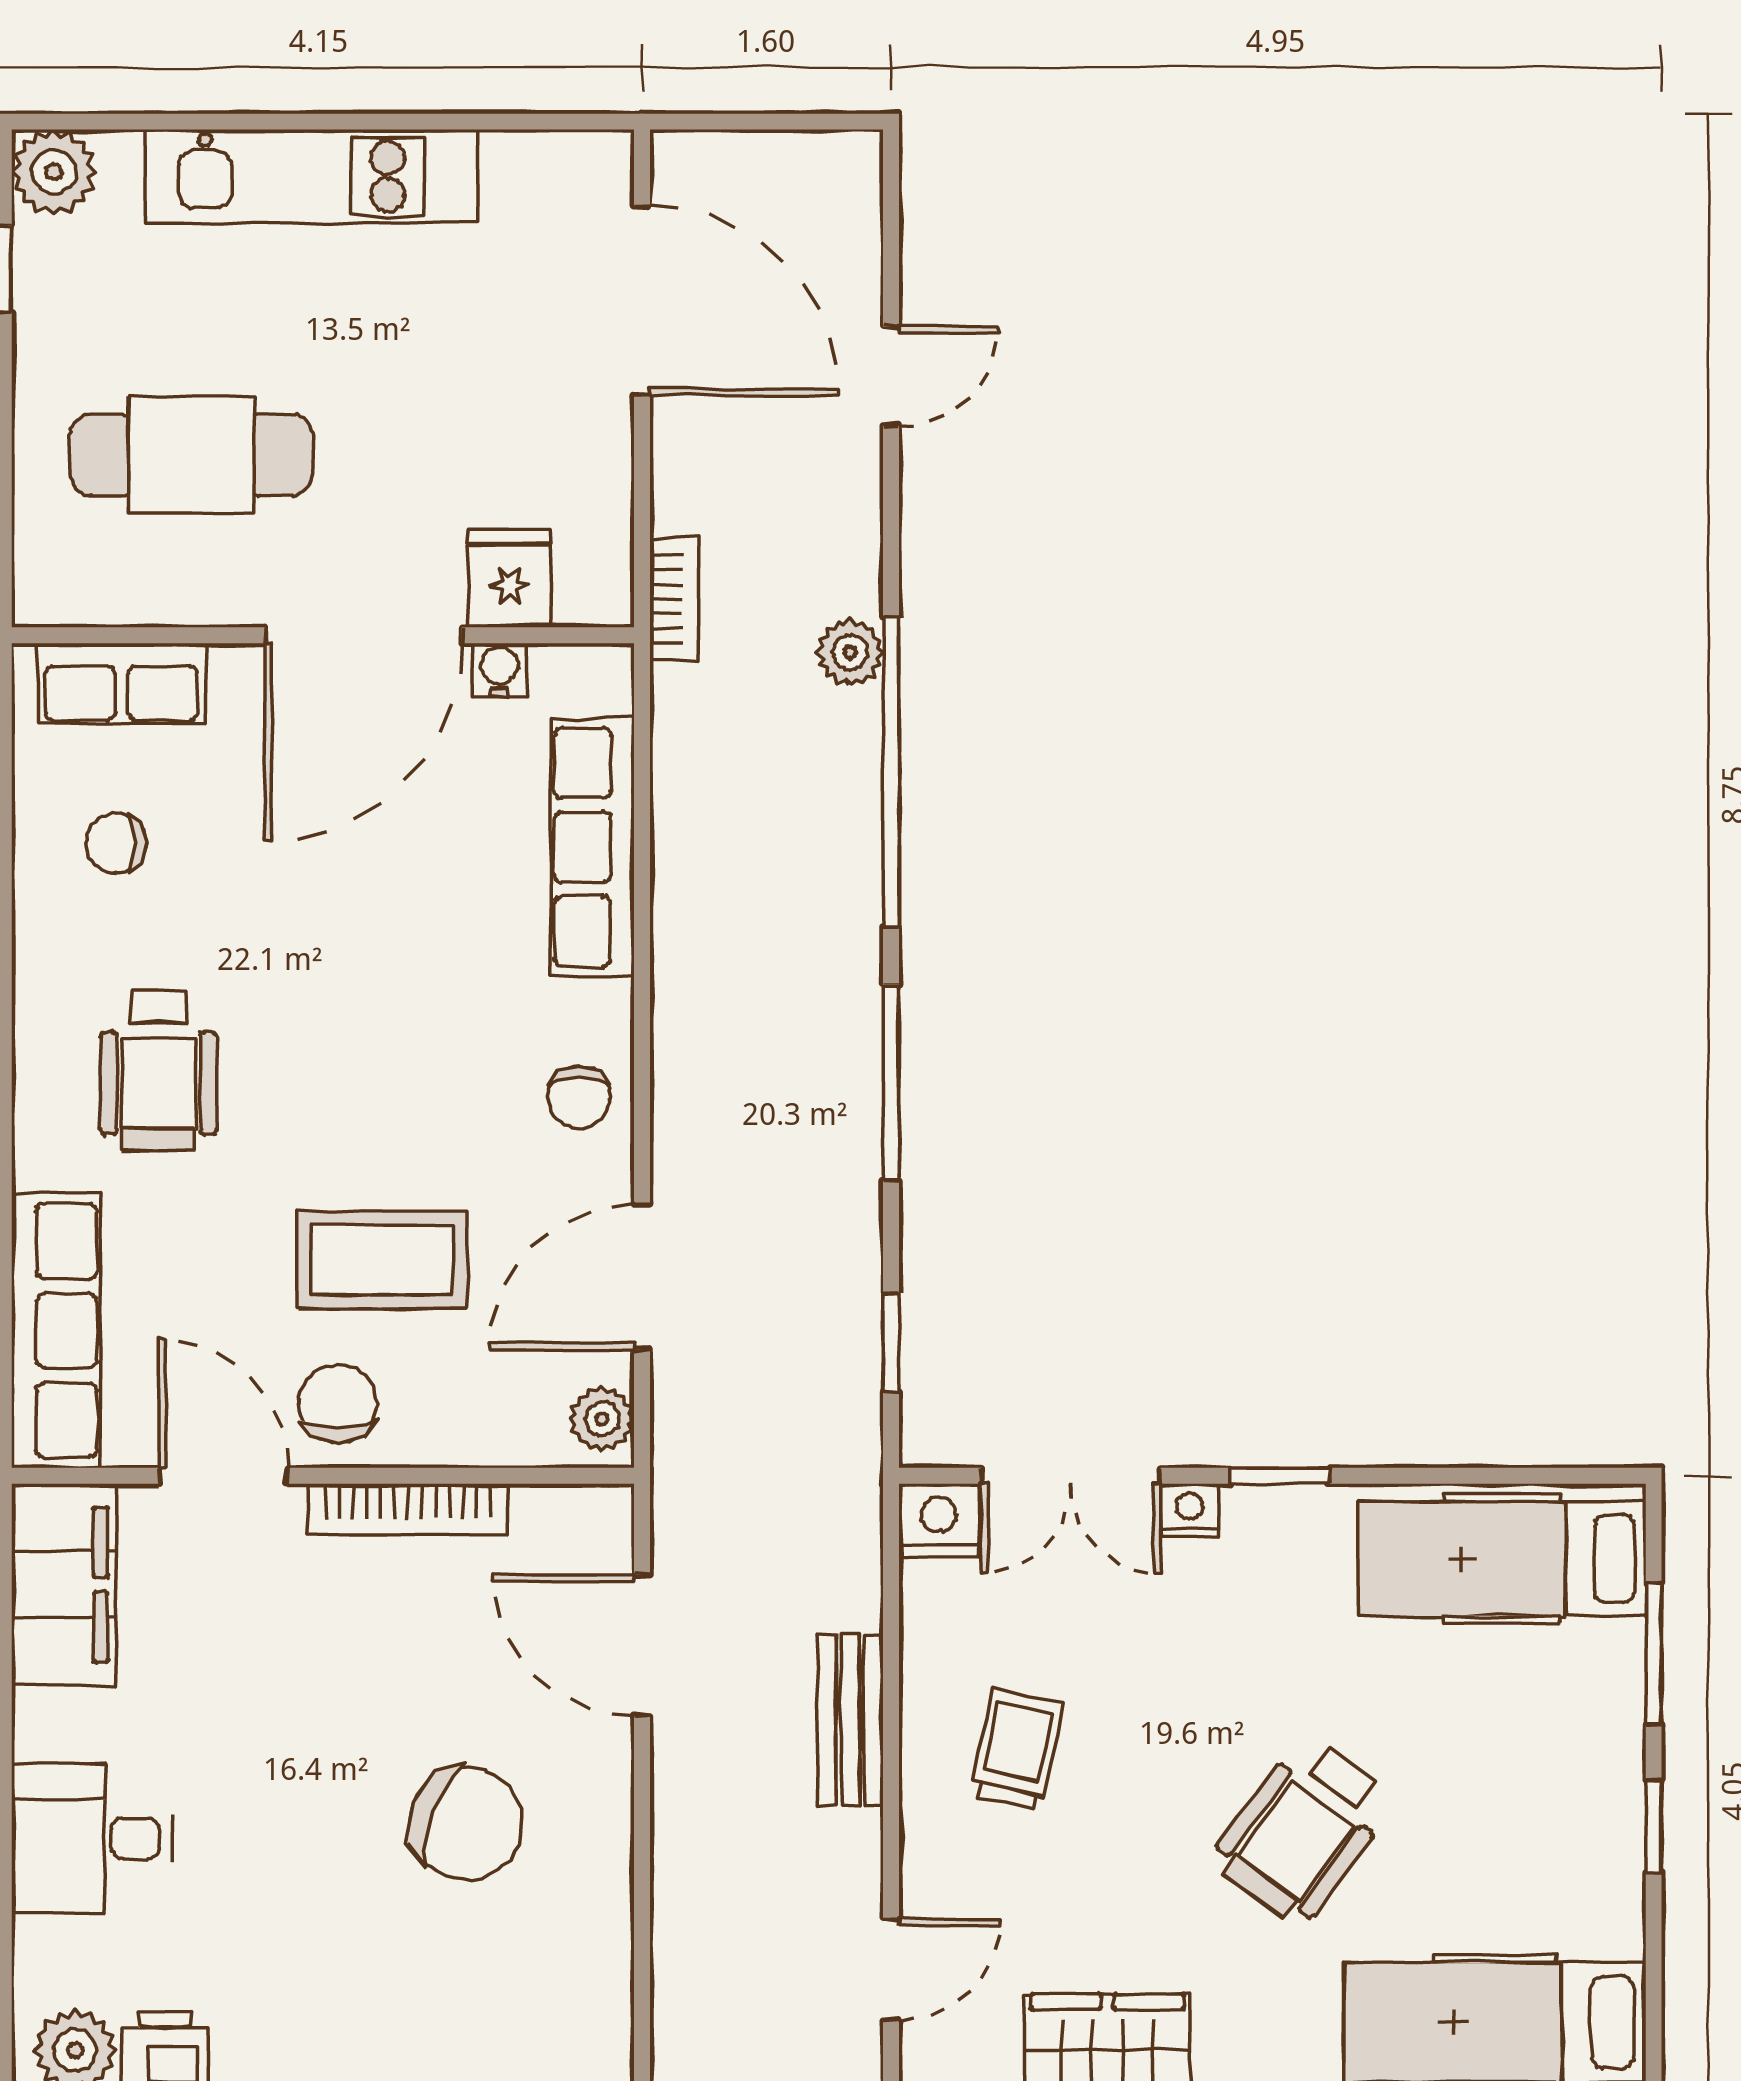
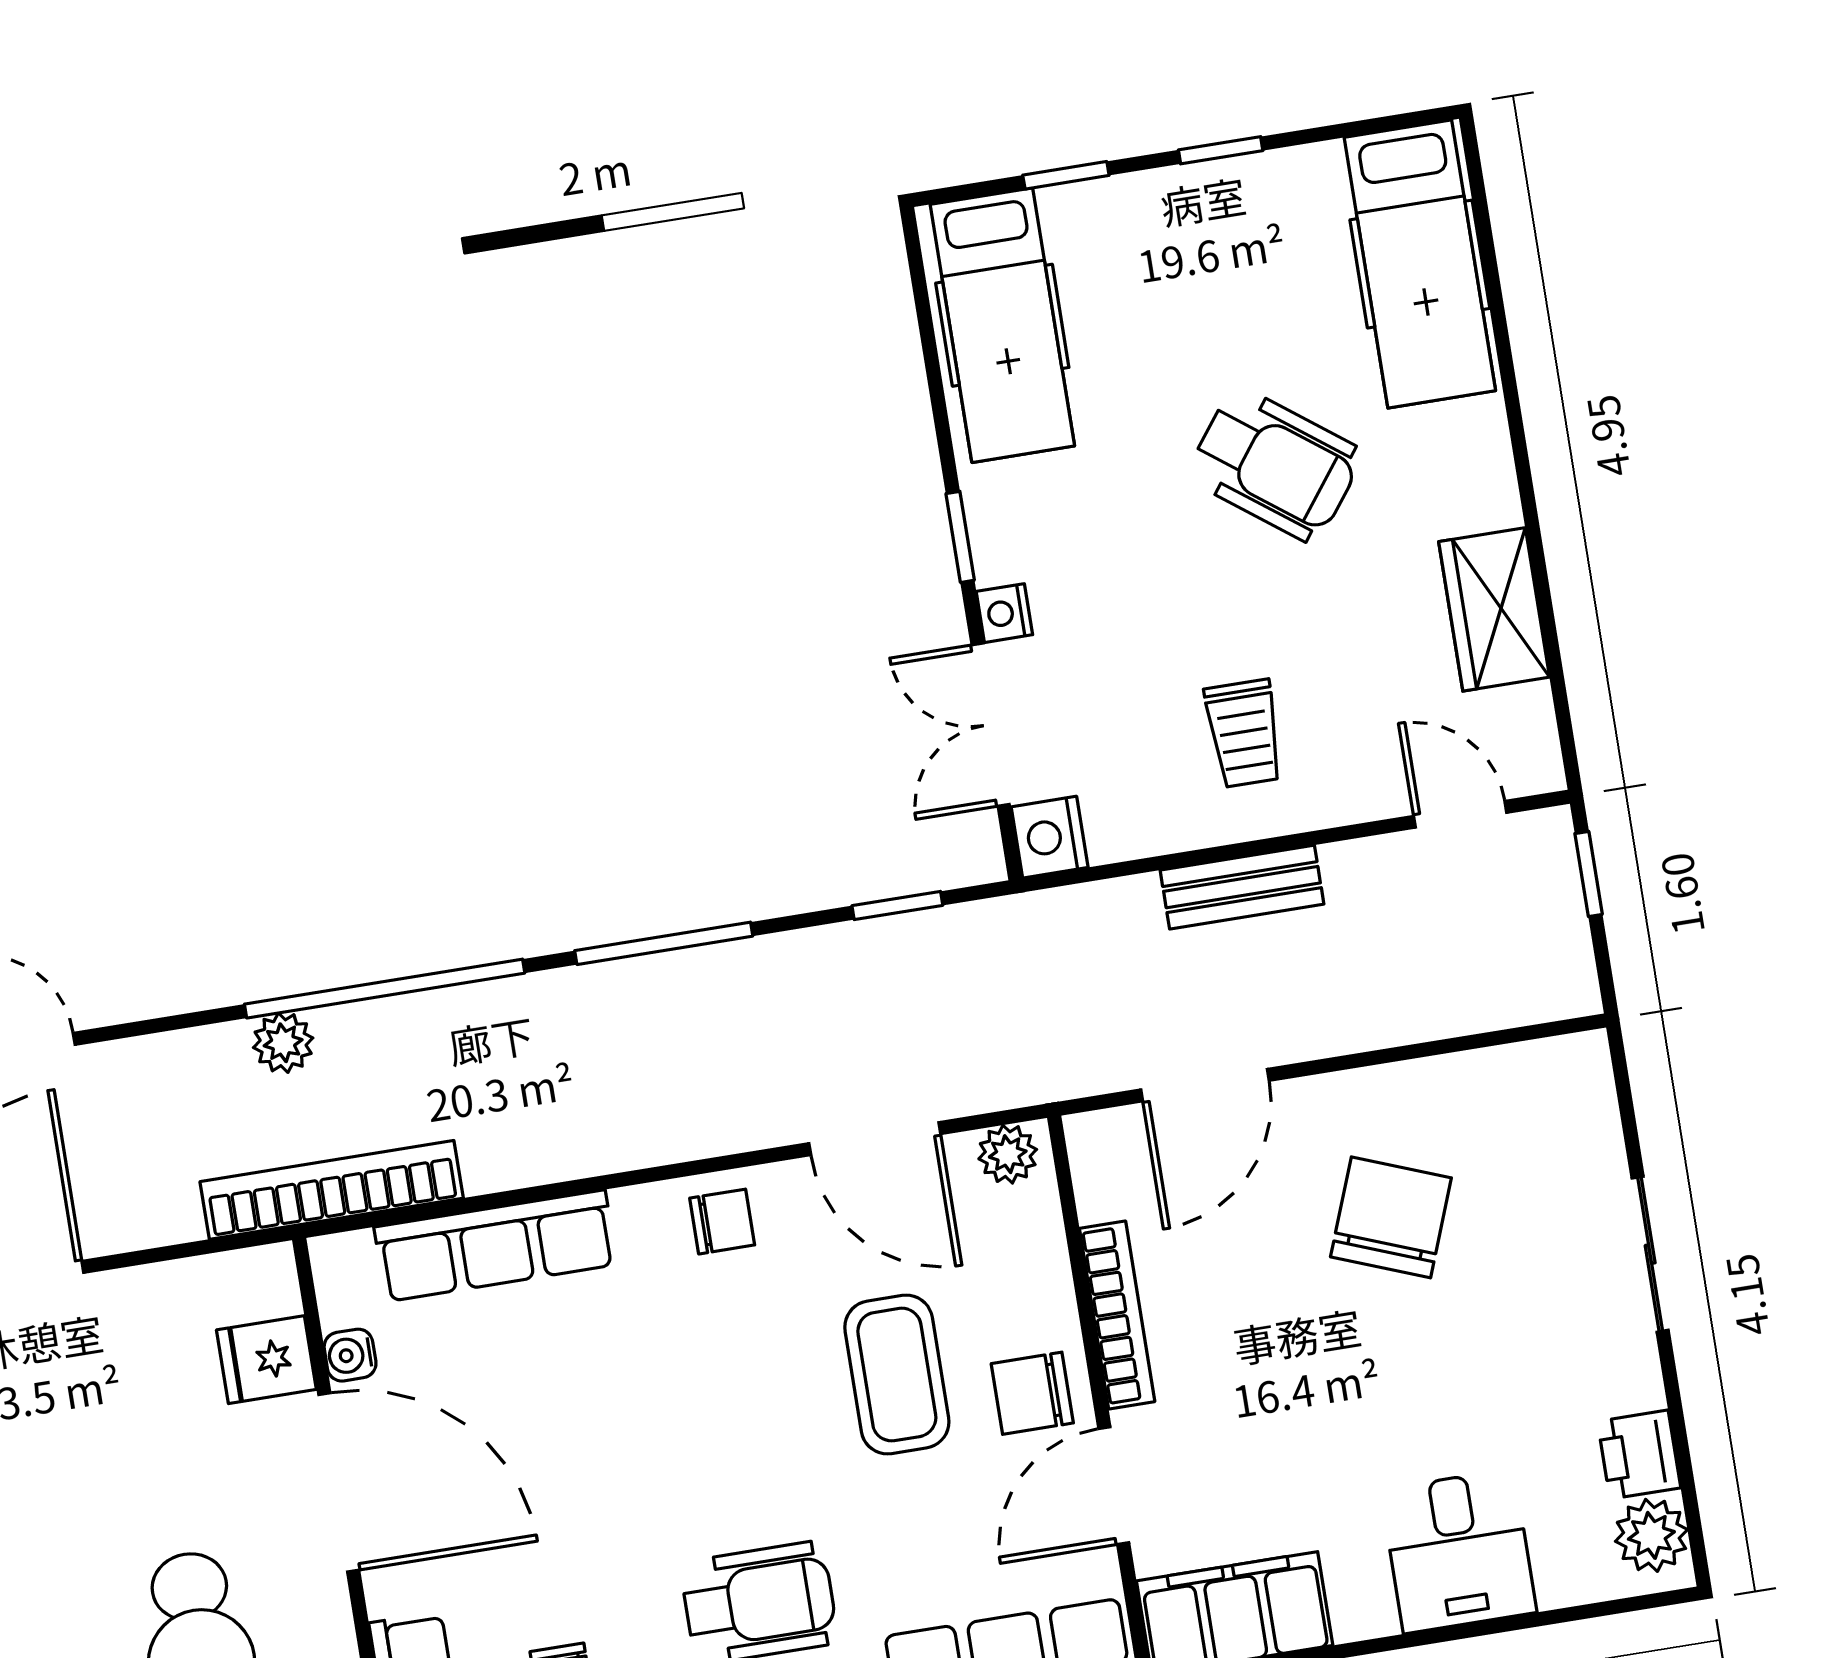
bookcase: (674, 599) -> (332, 1190), width x2.31, depth x1.31
double door: (1071, 1476) -> (991, 725), swing flipped
window: (1654, 1654) -> (1066, 175), width x0.67
trolley: (1017, 1749) -> (1244, 733), turned -102

